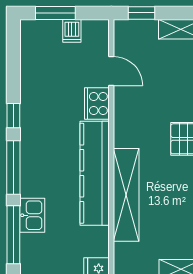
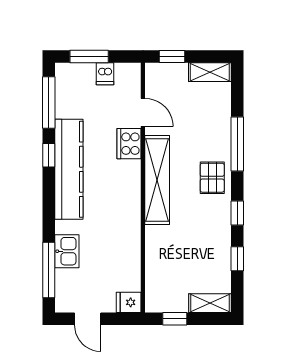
window: (13, 167) -> (49, 102), moved
kitchen counter: (95, 173) -> (69, 169), moved, turned 180
shelving: (126, 195) -> (157, 180), moved

